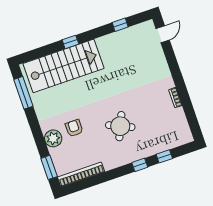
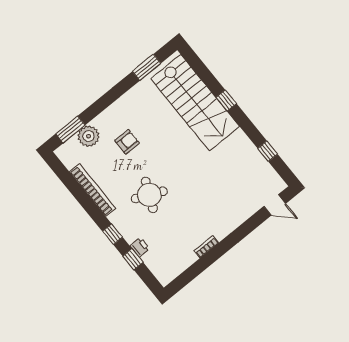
window: (23, 93) -> (147, 67), width x0.69
plant: (53, 138) -> (89, 136), moved
printer: (157, 148) -> (140, 247), added
bookcase: (81, 174) -> (93, 190), moved

